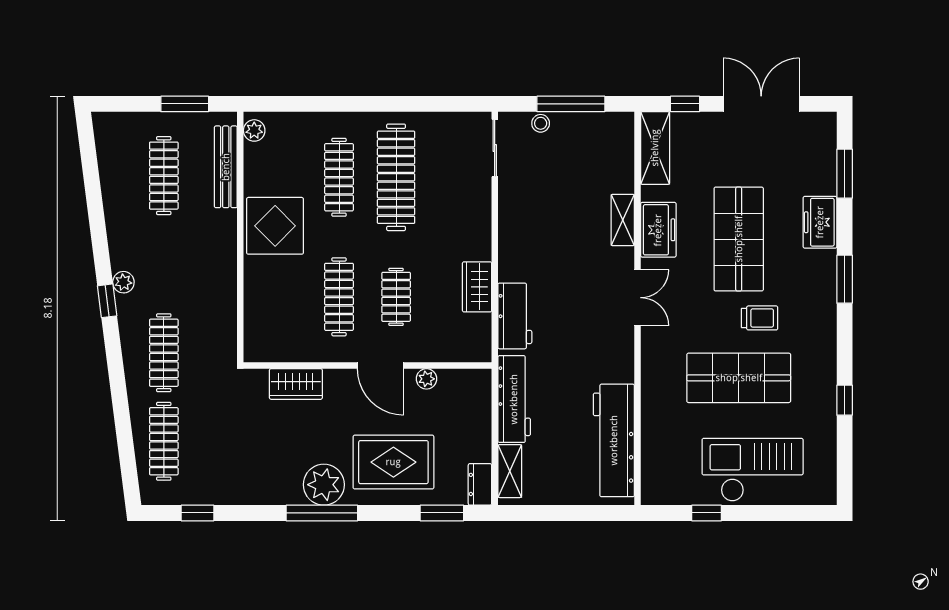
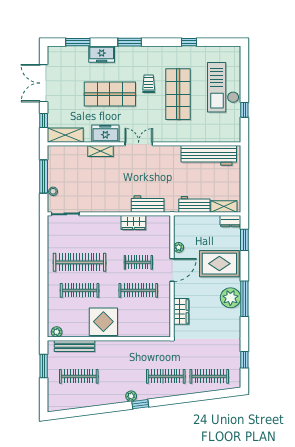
workbench: (514, 399) -> (194, 204), width x0.73
rug: (393, 462) -> (219, 264), turned 90

